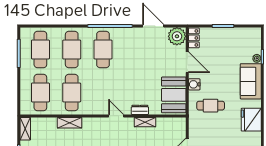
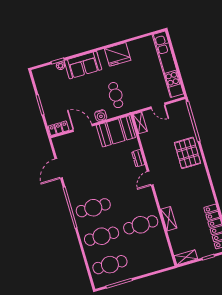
plant: (177, 36) -> (62, 144), removed
door: (187, 62) -> (83, 128), hinge flipped
cafe table: (40, 92) -> (149, 253), removed
shelving: (145, 122) -> (140, 123), moved

